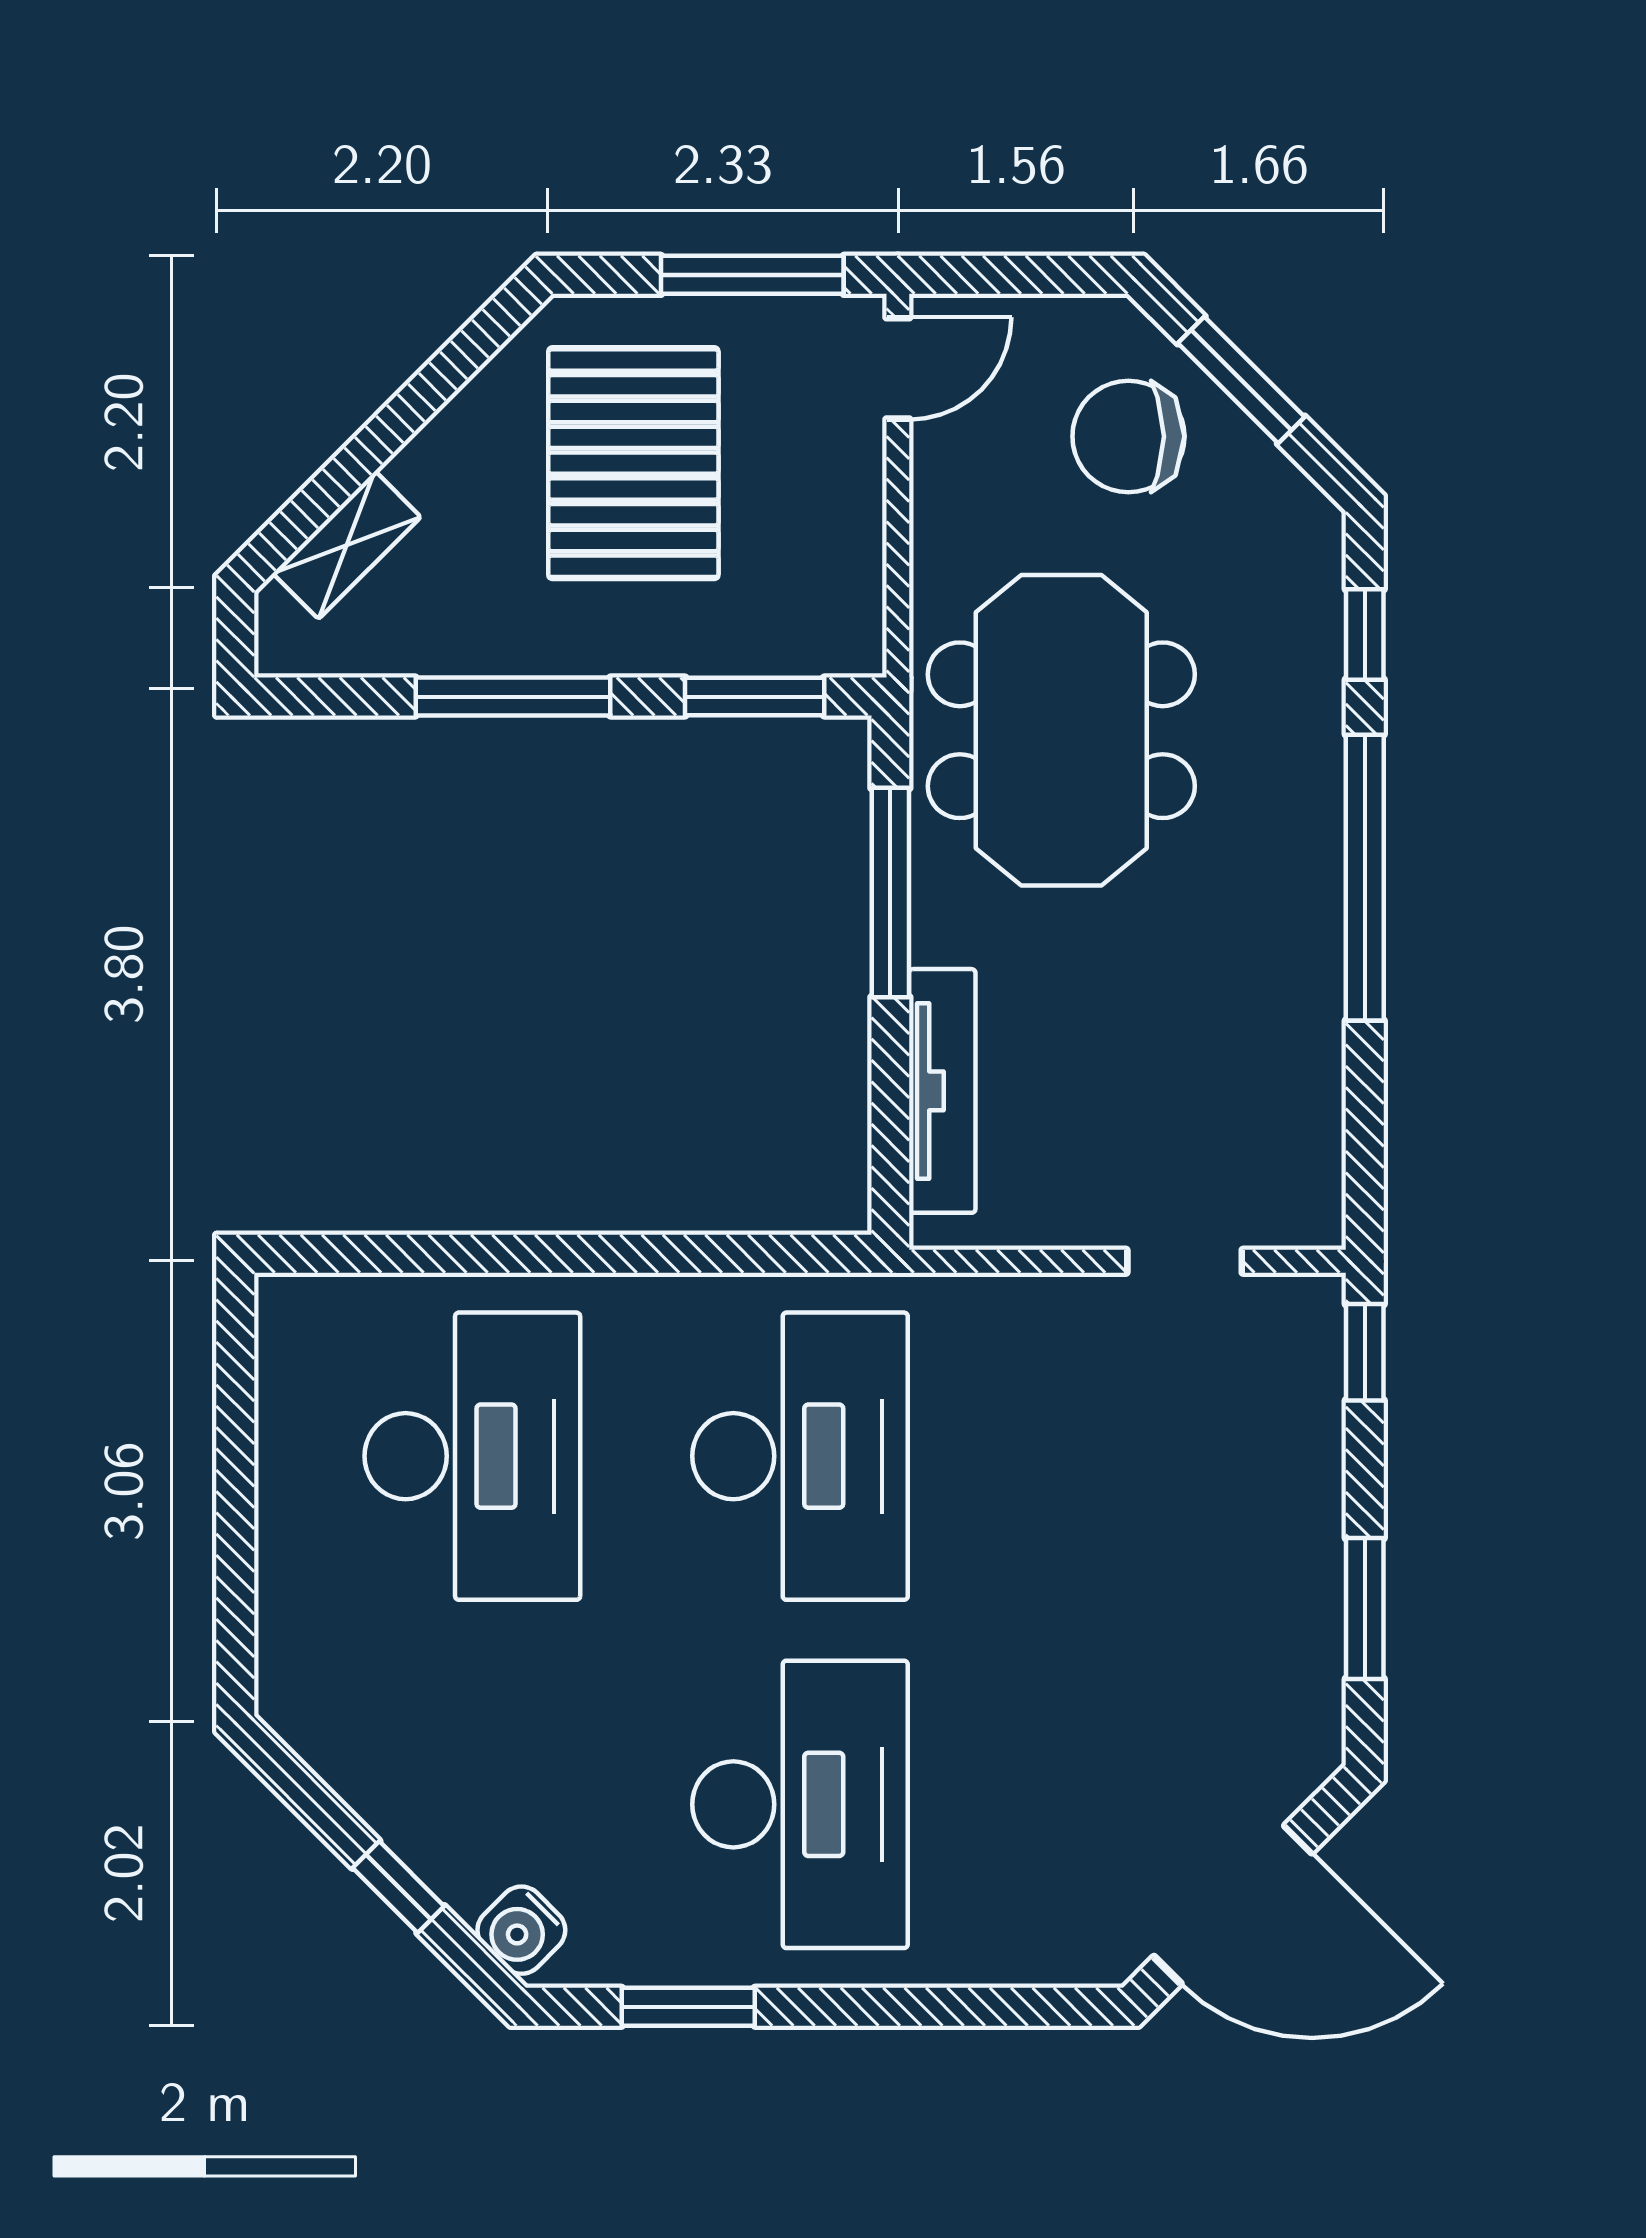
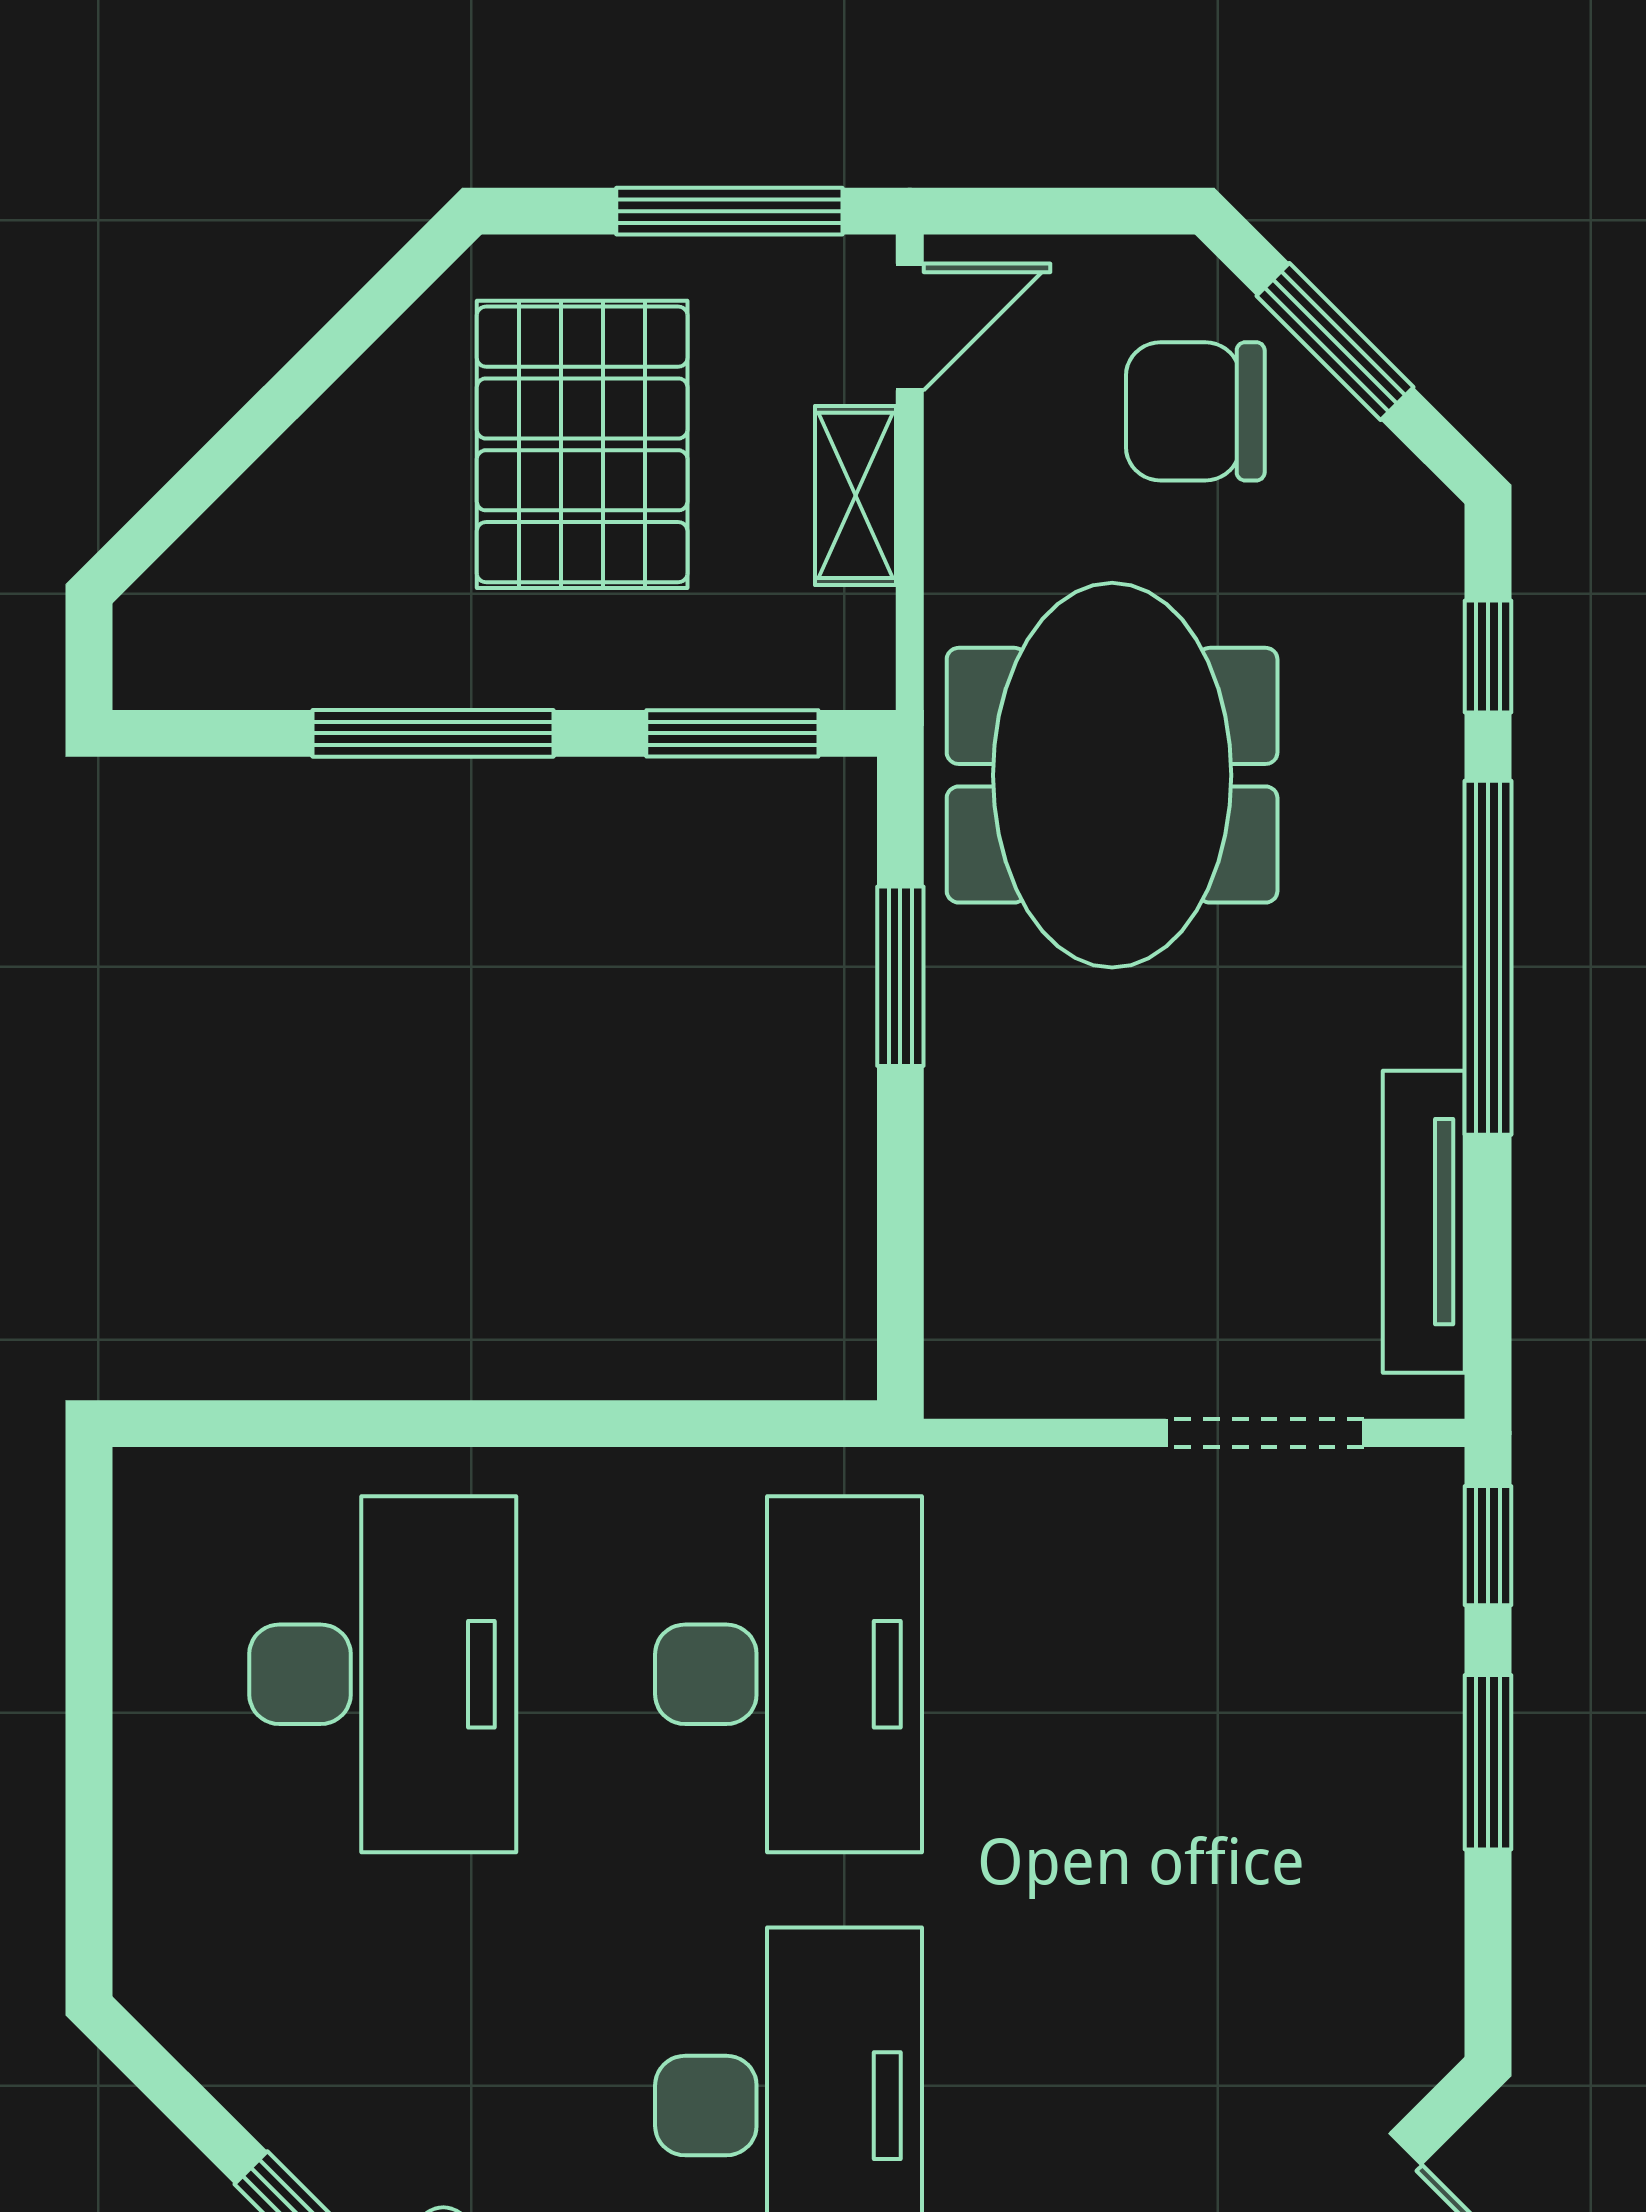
shelving: (347, 545) -> (855, 495), moved, turned -45
window: (890, 893) -> (900, 976), width x0.69
tv unit: (942, 1091) -> (1424, 1222), moved, turned 180
doorway: (1185, 1261) -> (1265, 1433), width x1.38
window: (1365, 1609) -> (1488, 1762), moved

